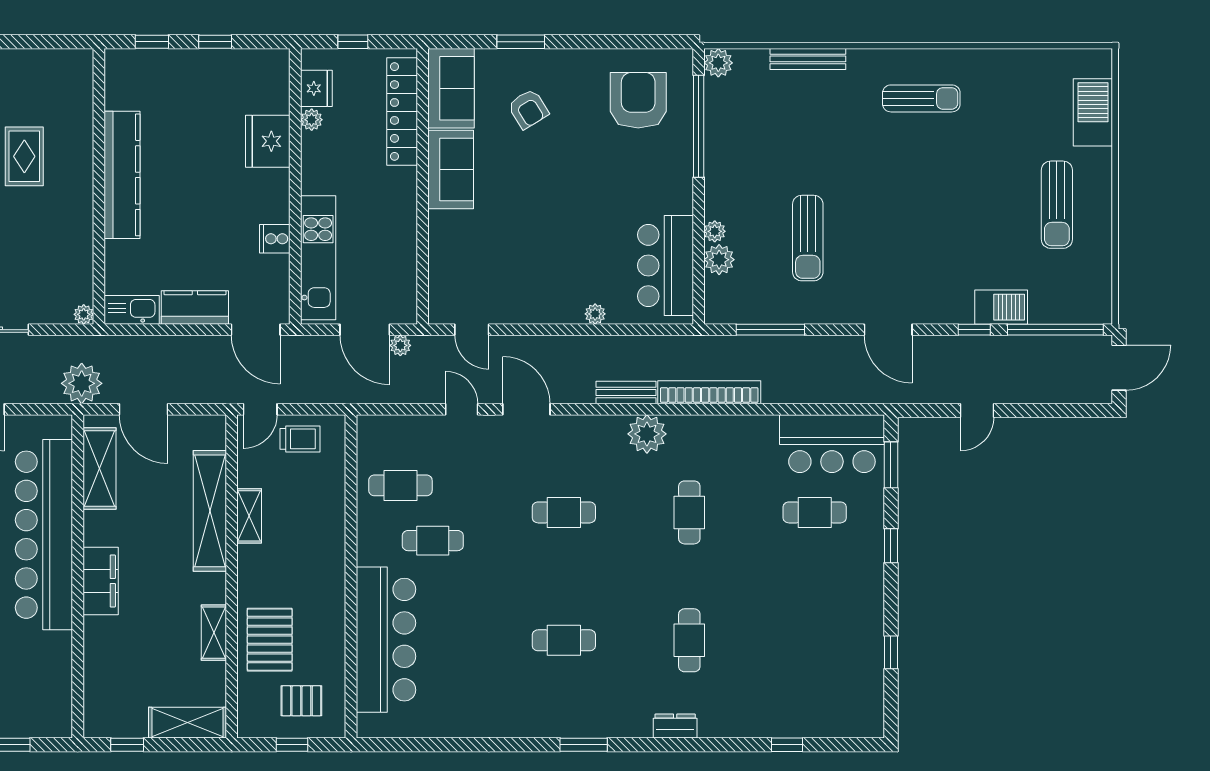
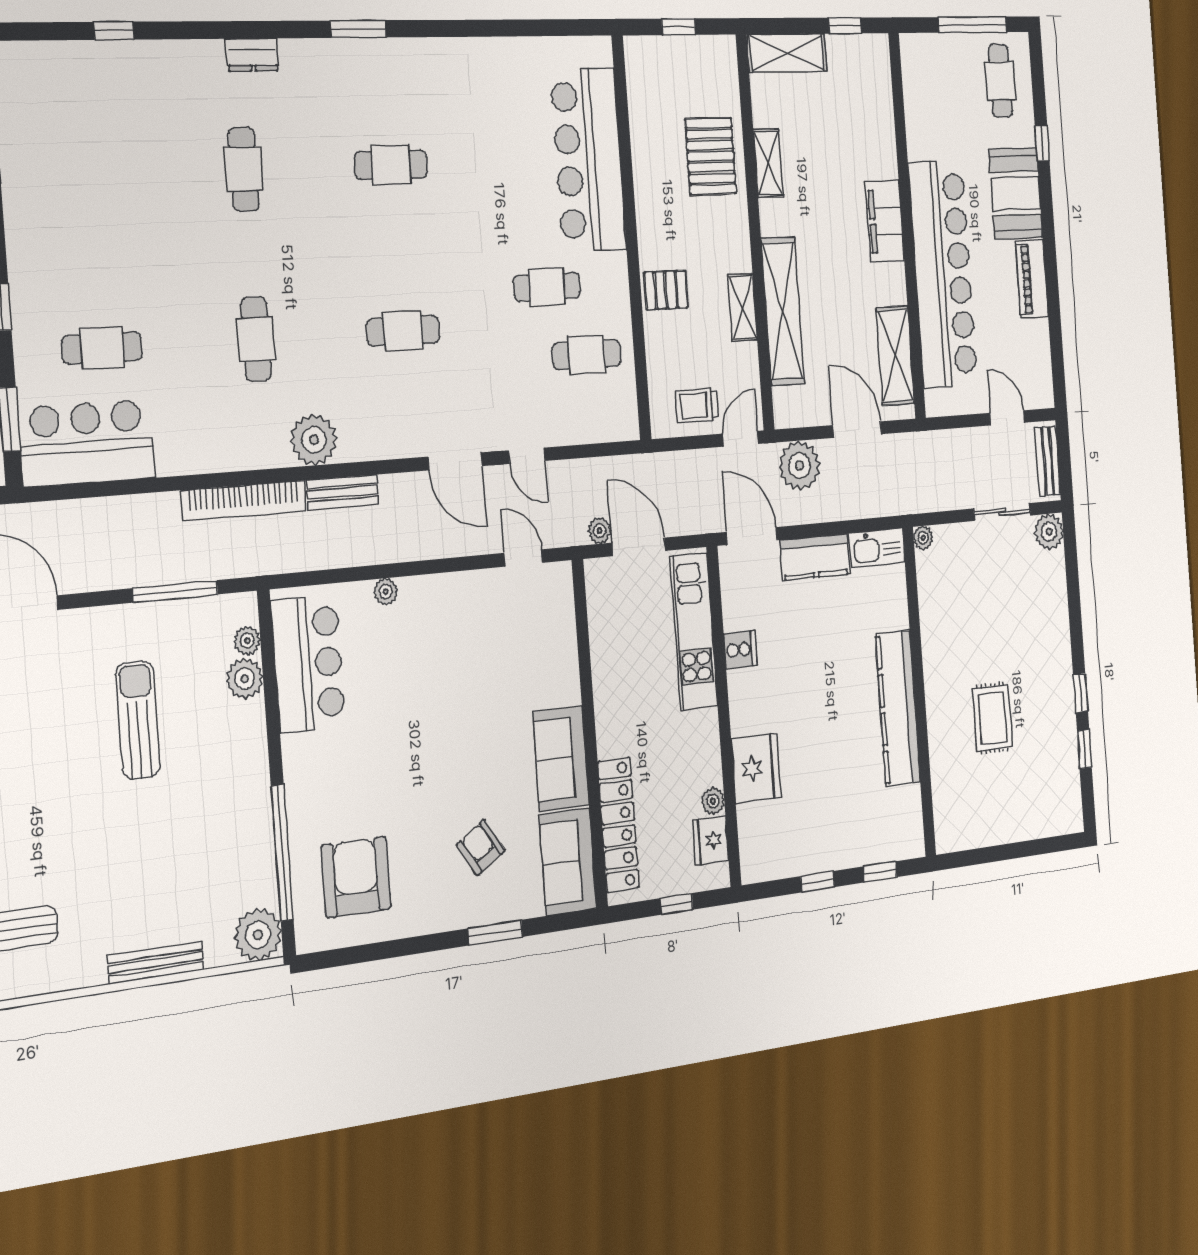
plant: (718, 63) -> (258, 935), width x1.36, depth x1.36
armchair: (638, 100) -> (356, 877), turned 180
plant: (715, 231) -> (247, 641), moved
plant: (82, 383) -> (800, 466), moved
pallet: (301, 701) -> (666, 290), moved

